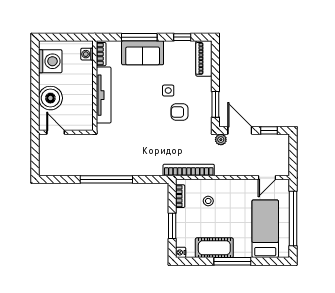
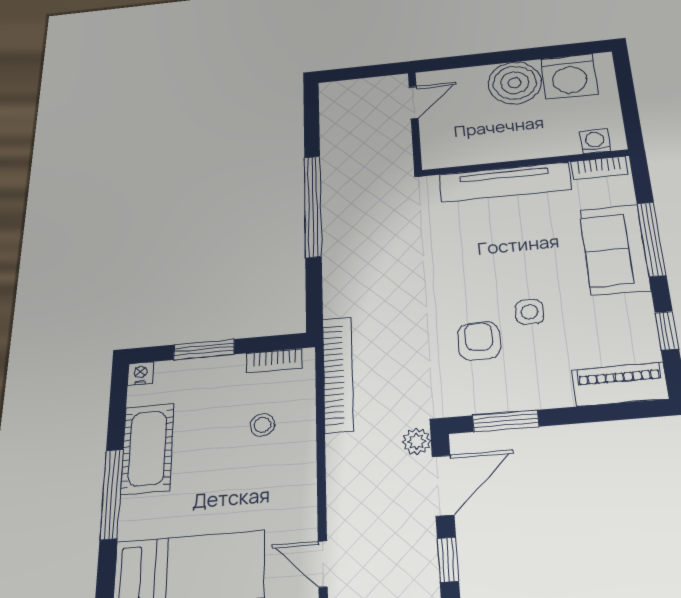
boiler: (50, 98) -> (515, 83), moved

